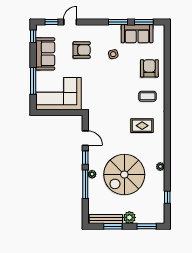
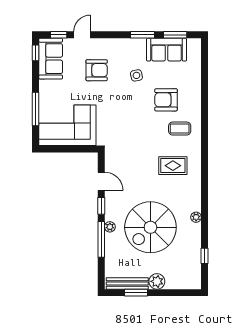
sofa: (45, 54) -> (51, 59), moved
armchair: (149, 68) -> (166, 100), moved, turned -90
window: (147, 226) -> (179, 293), removed

